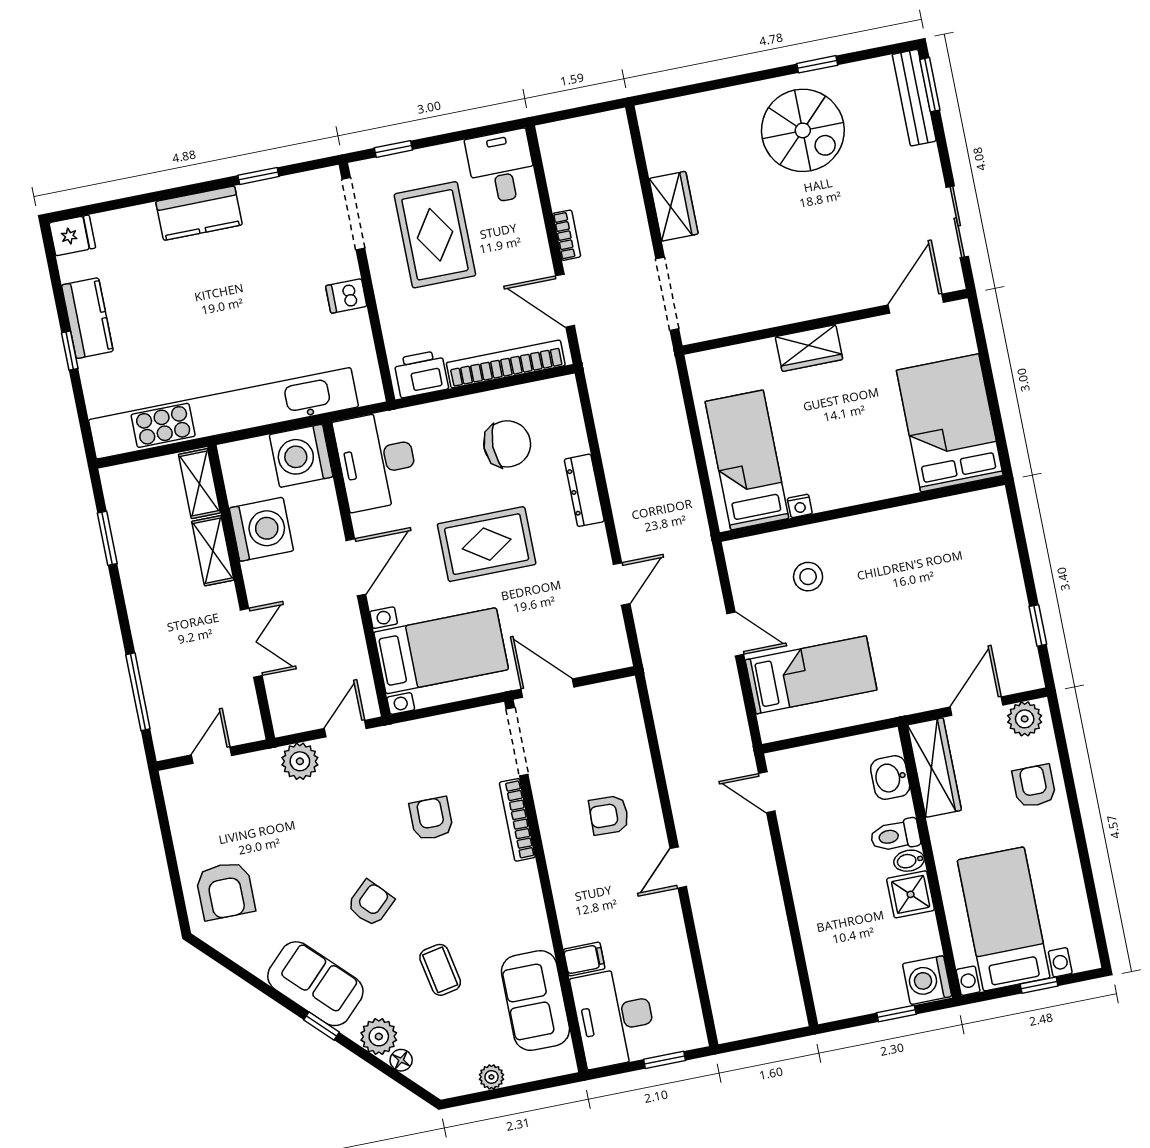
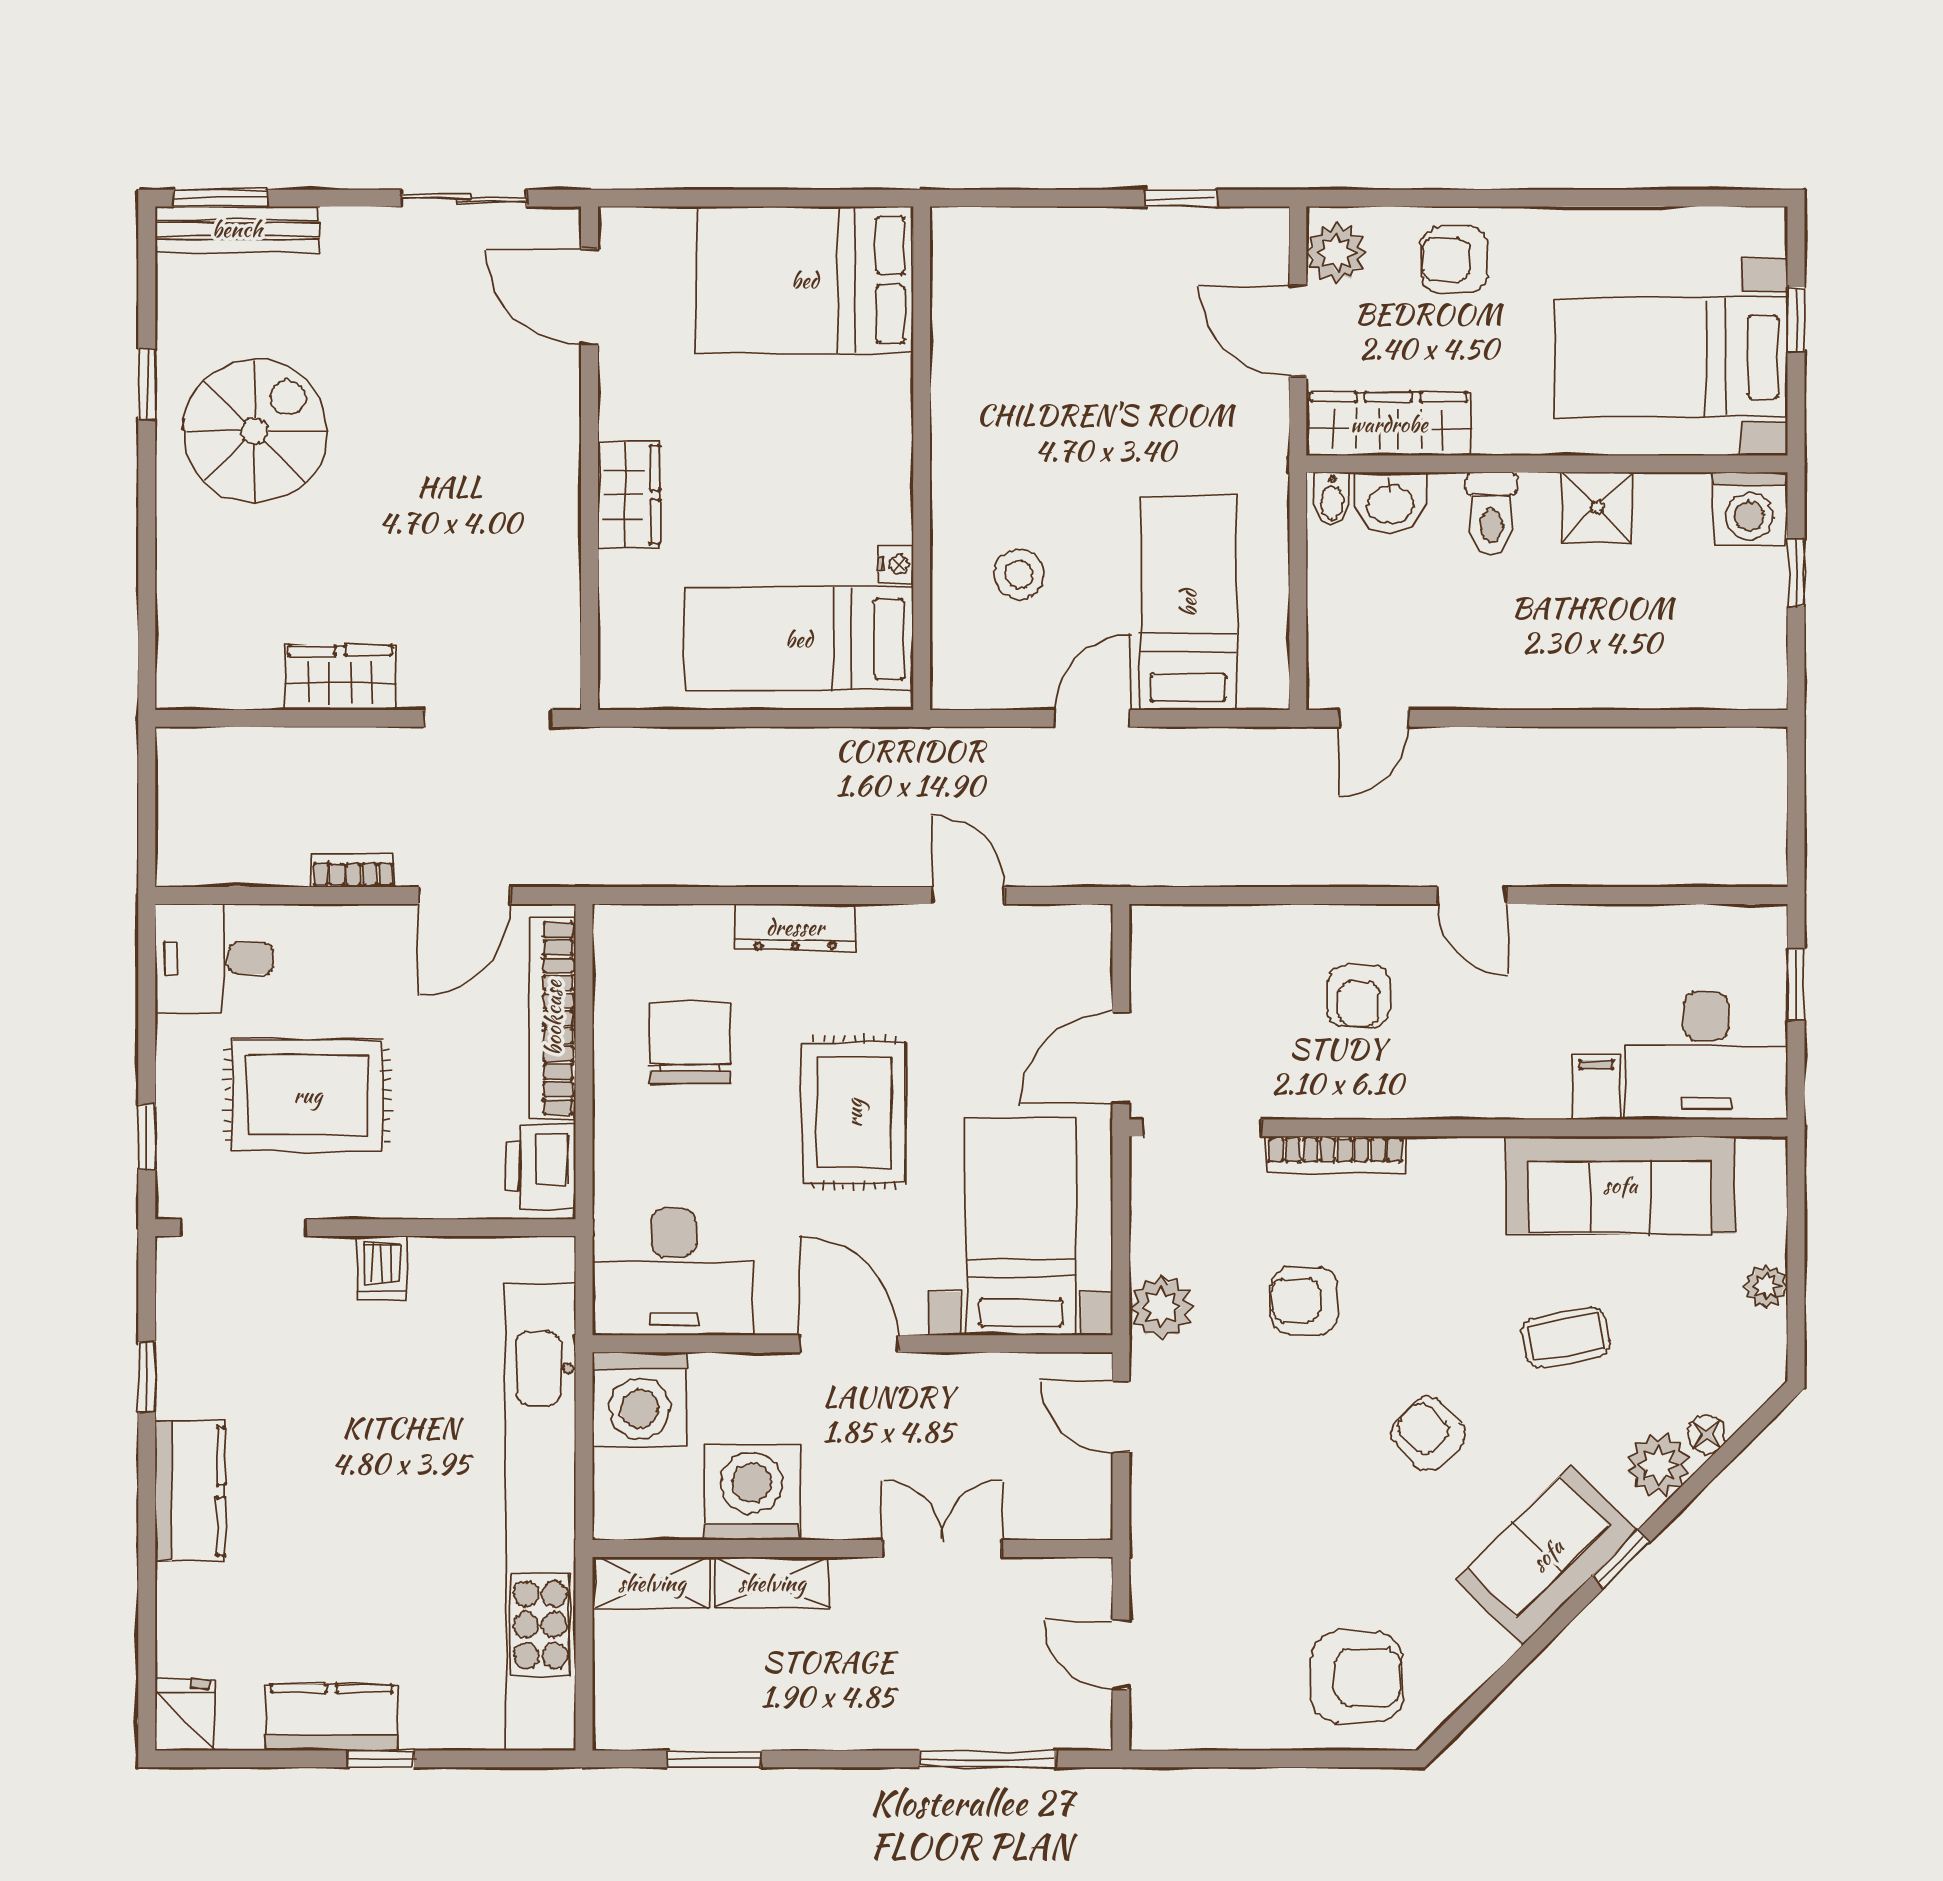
plant: (300, 761) -> (1161, 1307), moved
bidet: (909, 861) -> (1332, 499), moved
sofa: (535, 1001) -> (1620, 1185), width x1.36

